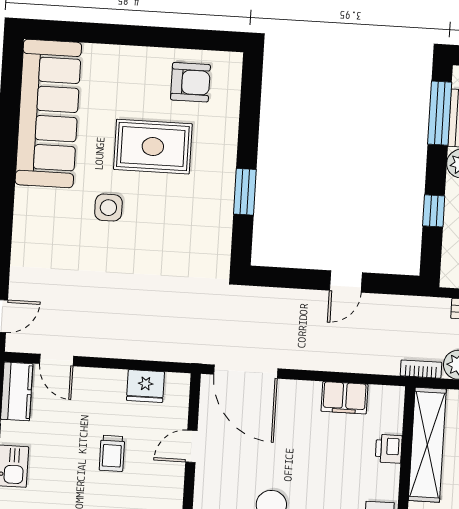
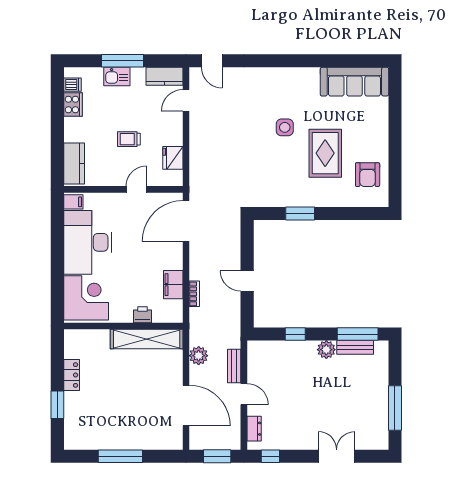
sofa: (48, 113) -> (354, 82), width x0.74, depth x0.79
bookcase: (421, 369) -> (194, 294), moved
door: (191, 446) -> (136, 189), hinge flipped

